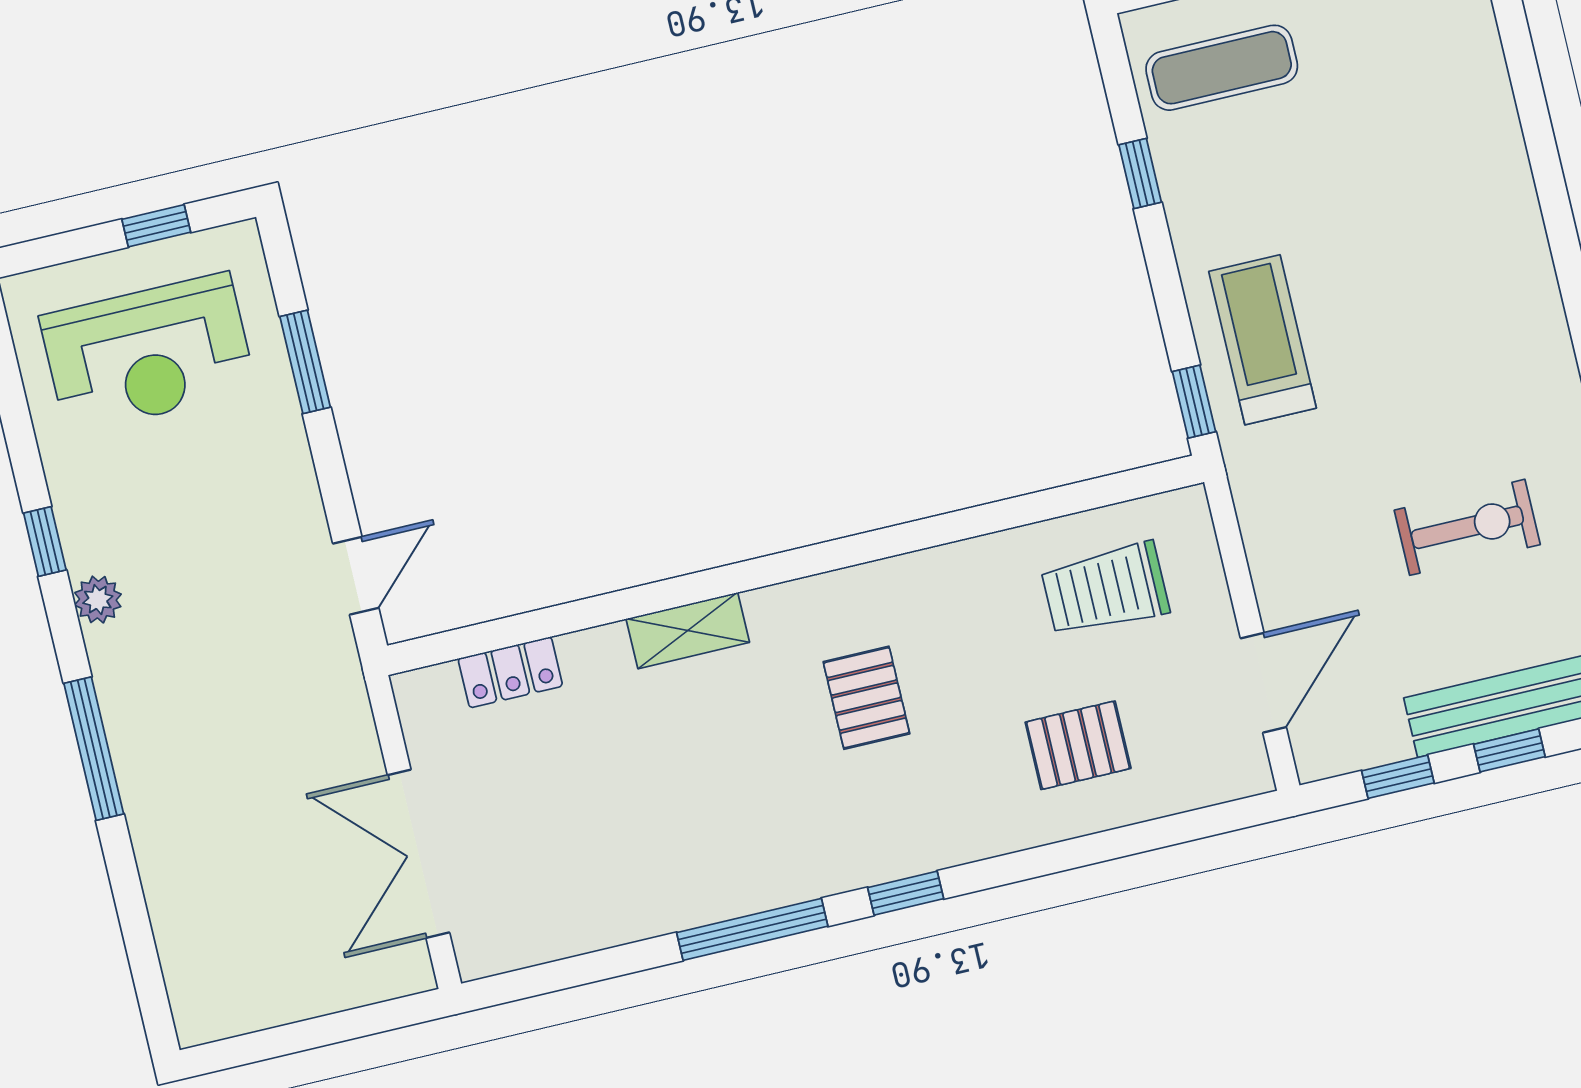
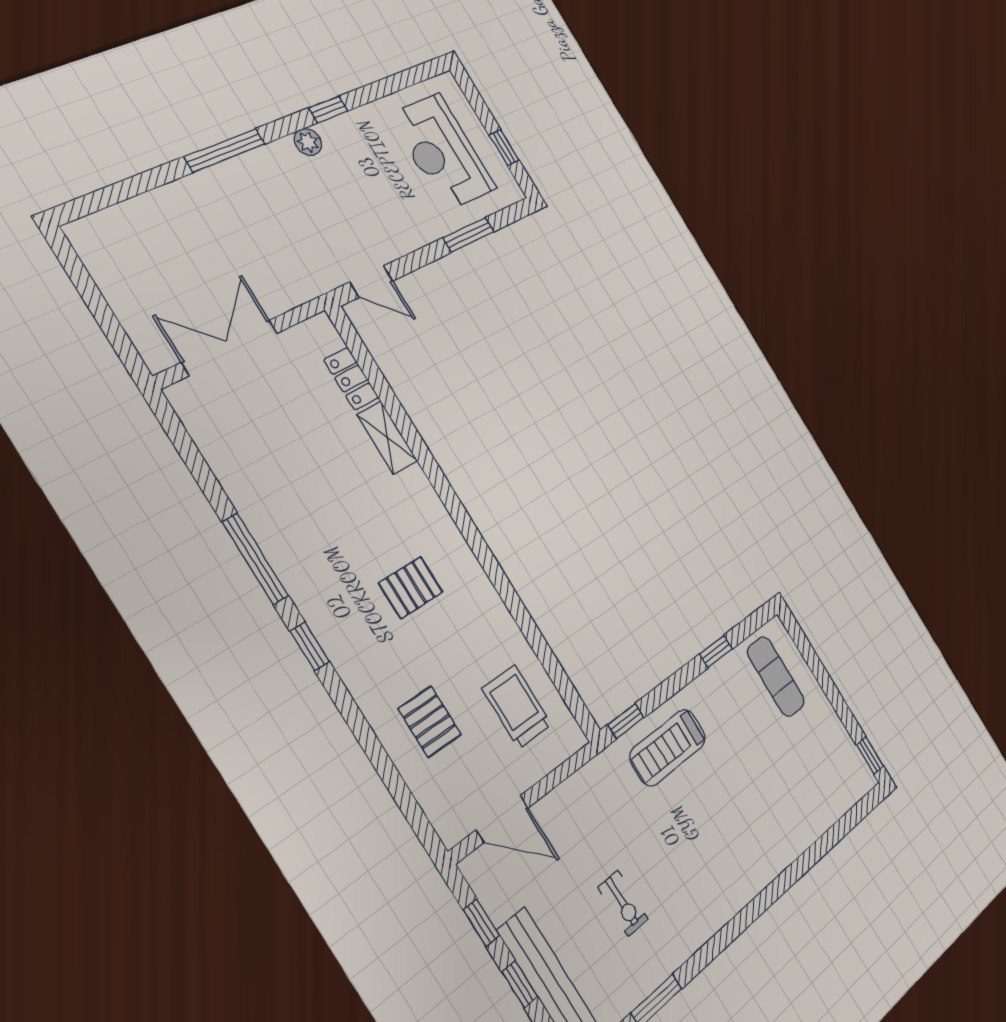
treadmill: (1263, 340) -> (668, 747), turned 180
exercise bike: (1467, 527) -> (623, 903), width x0.73, depth x0.72
shelving: (688, 630) -> (387, 438), moved

